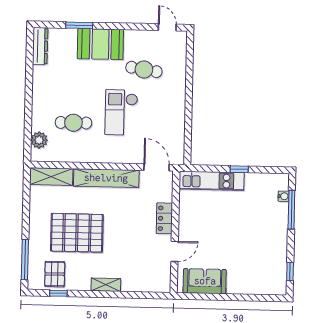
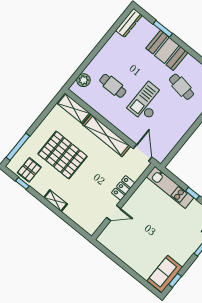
sofa: (205, 281) -> (165, 274), moved, turned -90

